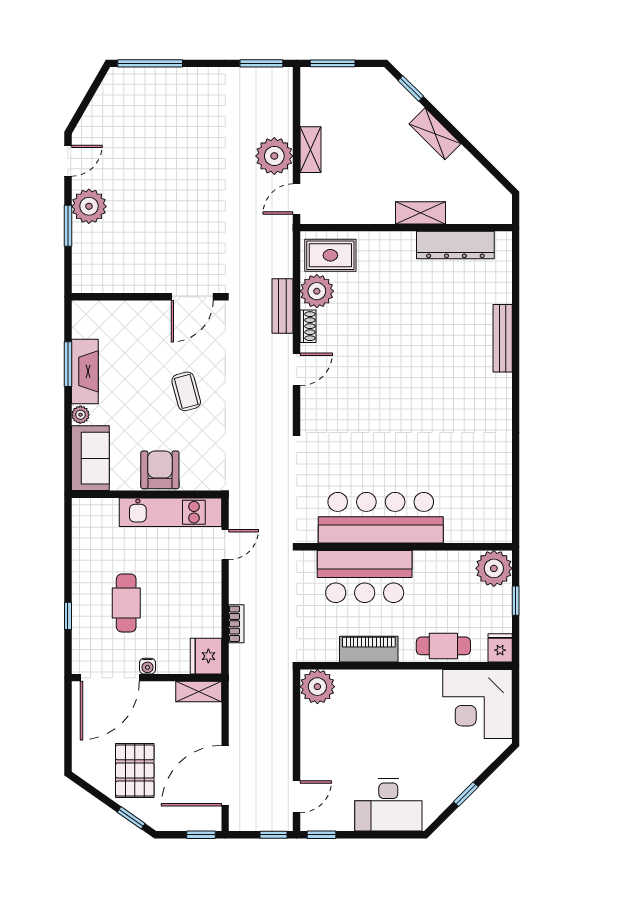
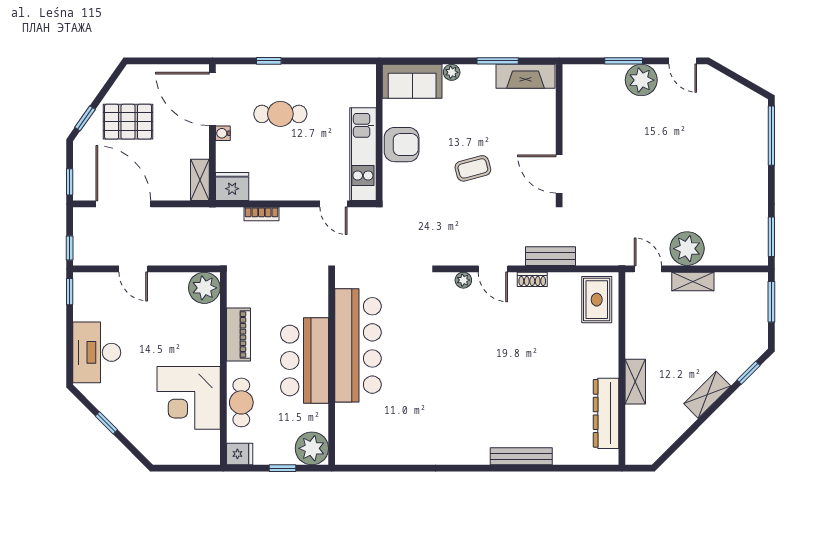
plant: (317, 291) -> (463, 280), moved, width x0.53, depth x0.53
fireplace: (85, 371) -> (525, 76), moved
bar counter: (365, 576) -> (305, 360), moved
corner desk: (477, 704) -> (189, 398), moved, turned -90
door: (297, 797) -> (133, 269), moved

